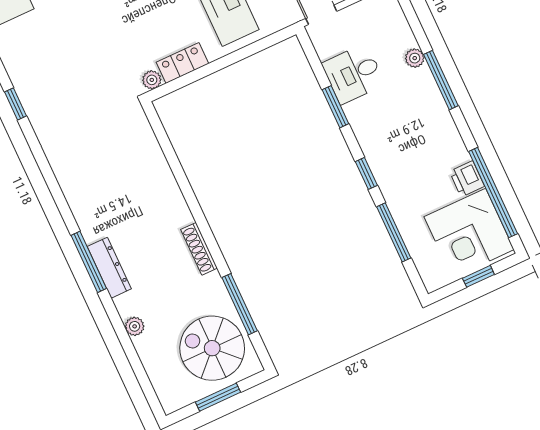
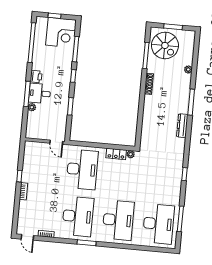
desk: (353, 74) -> (40, 93), moved, turned 180
printer: (467, 179) -> (36, 77), moved
corner desk: (469, 233) -> (61, 32), moved, turned 90
dresser: (109, 268) -> (182, 126), moved

